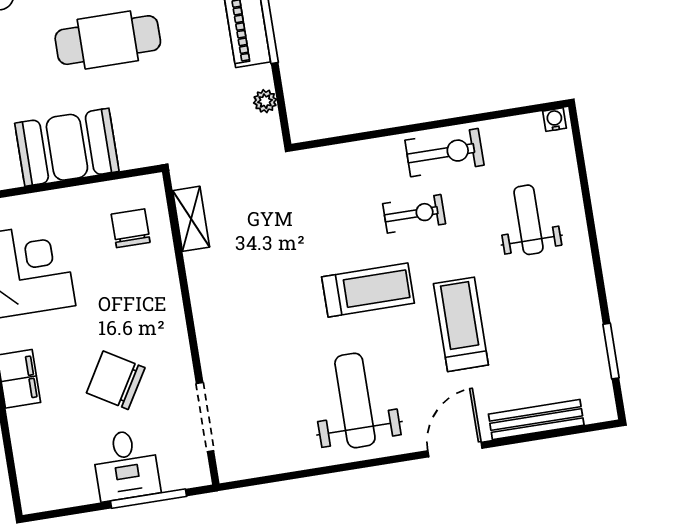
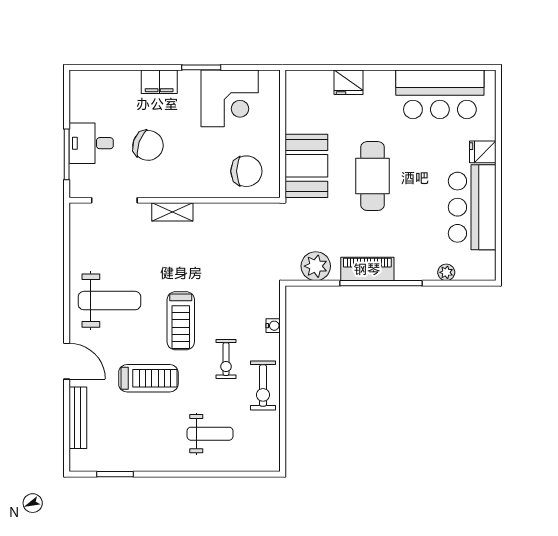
plant: (265, 101) -> (316, 266), width x1.87, depth x1.87
water cooler: (555, 120) -> (273, 326), moved
booth: (67, 147) -> (306, 166), moved
shelving: (191, 219) -> (172, 212), moved
chair: (131, 228) -> (246, 171), width x1.37, depth x1.37
chair: (116, 380) -> (148, 145), turned 78

